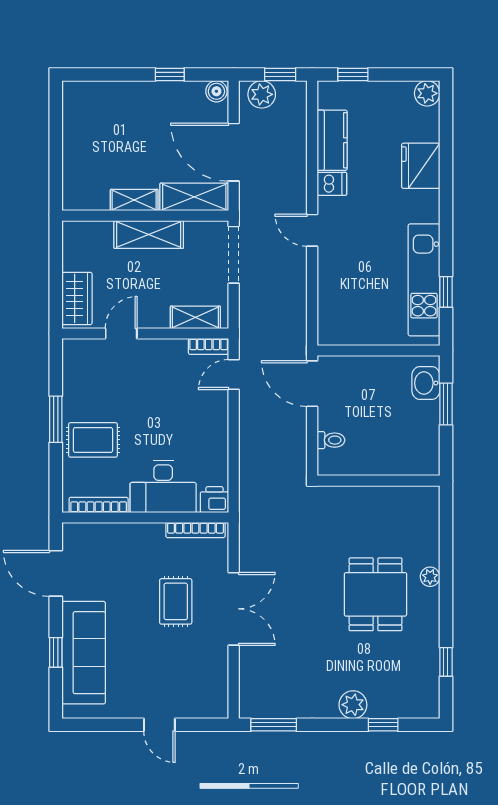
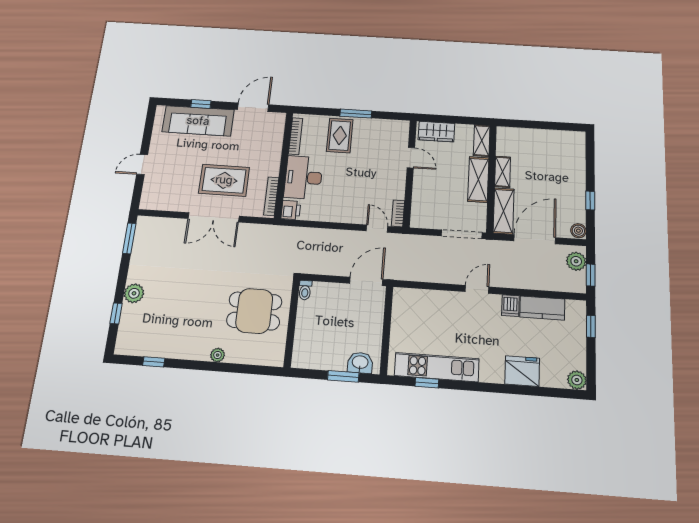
shelving: (195, 317) -> (482, 141), moved
toilet: (331, 440) -> (305, 290), moved
dining table: (376, 594) -> (254, 311), moved
rug: (176, 601) -> (224, 180), width x1.36, depth x1.43

